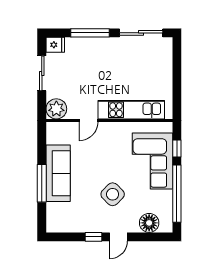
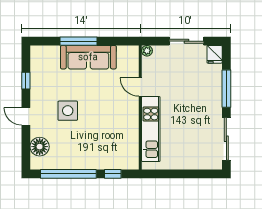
plant: (56, 109) -> (147, 51), width x0.53, depth x0.53
corner sofa: (152, 161) -> (100, 150), removed
side table: (113, 194) -> (68, 111), turned 45
window: (93, 237) -> (26, 81), moved

